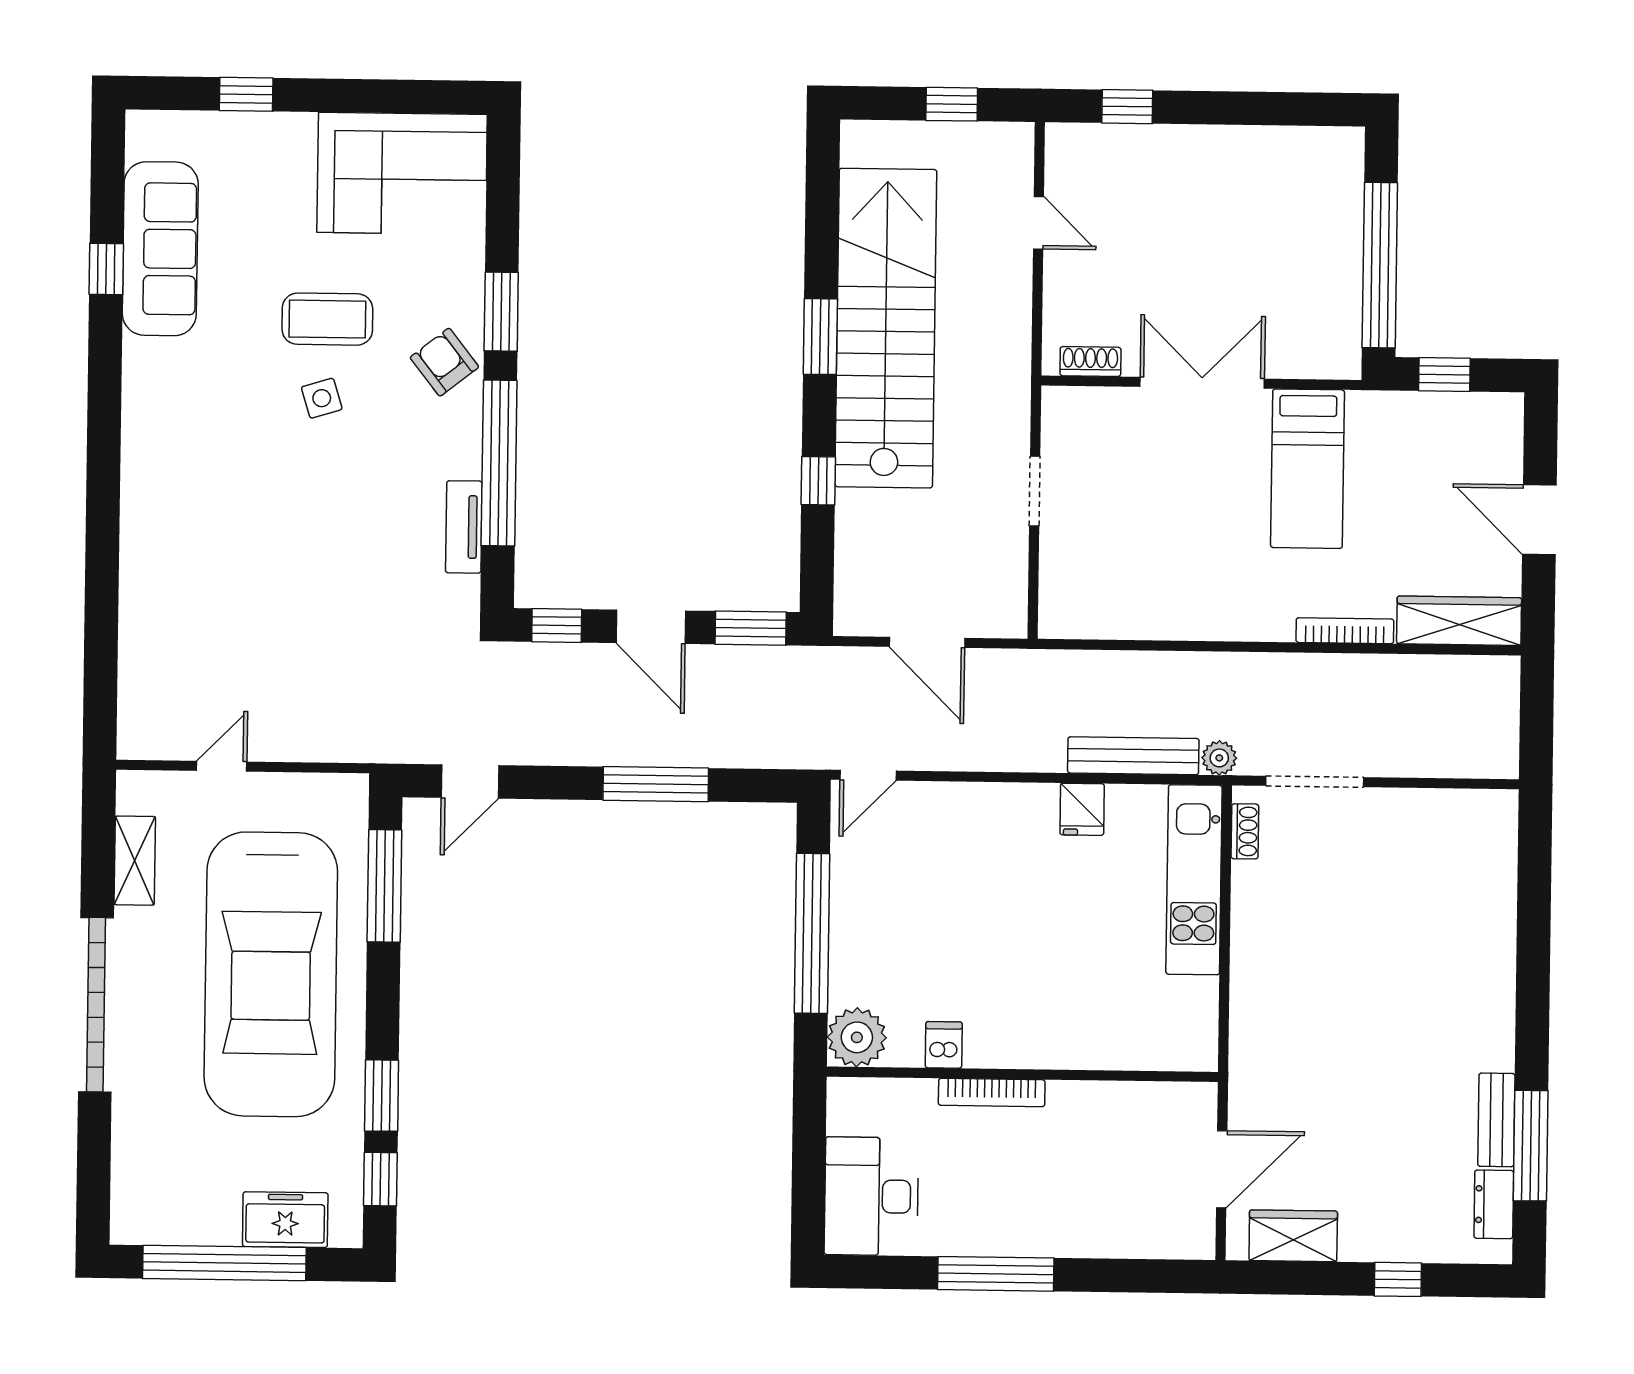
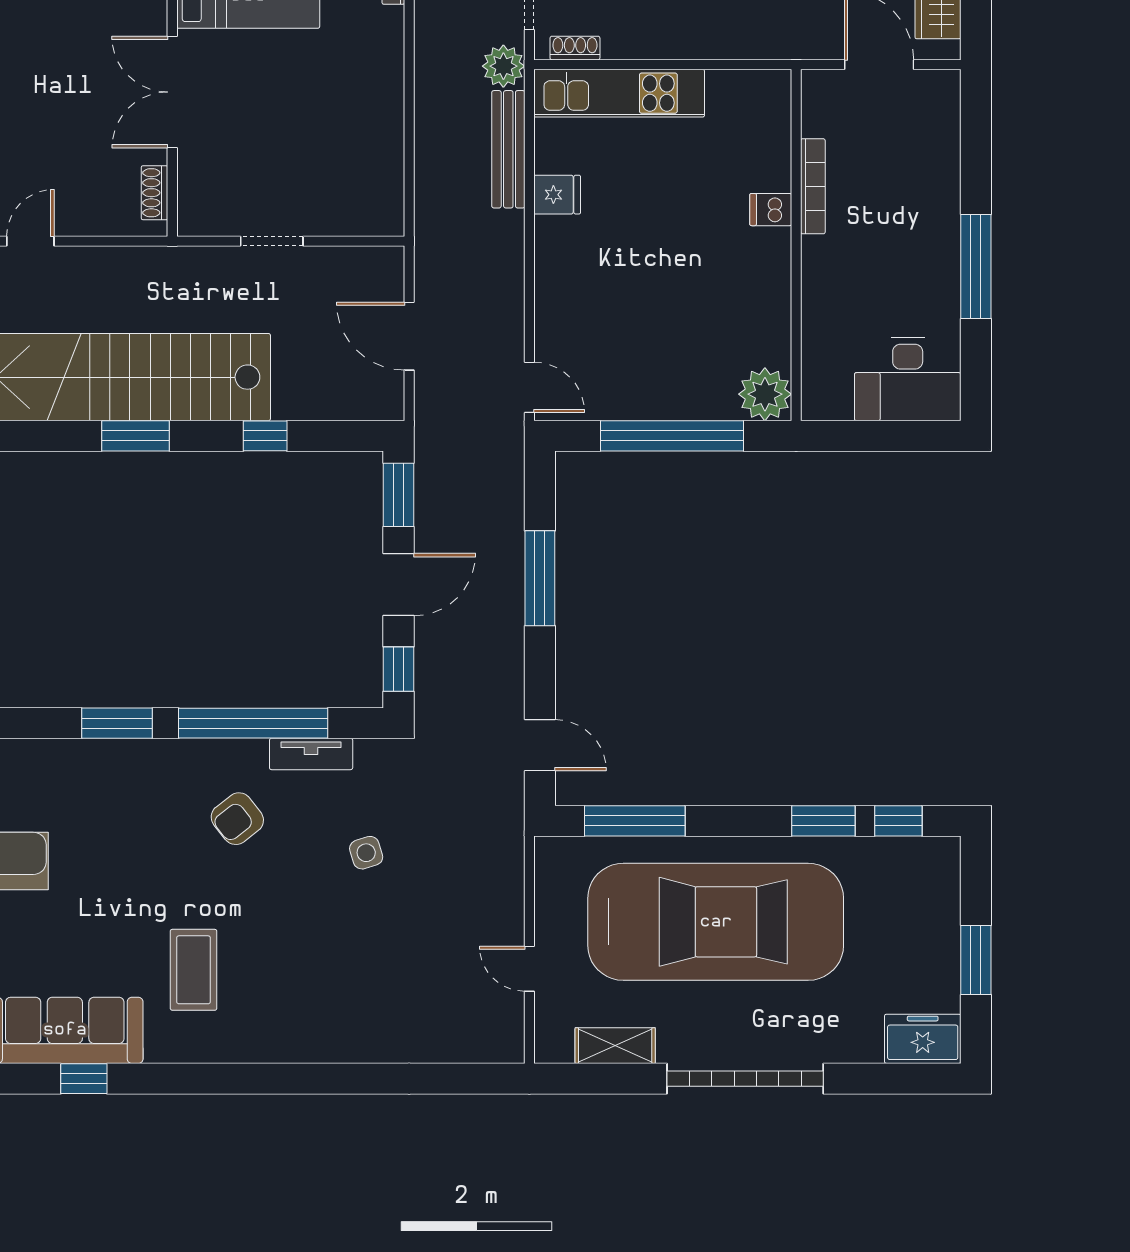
coffee table: (327, 319) -> (194, 970), moved
armchair: (444, 362) -> (237, 819), moved
side table: (322, 398) -> (366, 853), moved
door: (927, 642) -> (409, 336), swing flipped
plant: (1219, 758) -> (503, 66), width x1.38, depth x1.38
dishwasher: (944, 1045) -> (771, 210), moved
bookcase: (992, 1092) -> (813, 186), moved
freezer: (285, 1220) -> (923, 1039), moved, turned 90
window: (224, 1263) -> (976, 960), width x0.47

